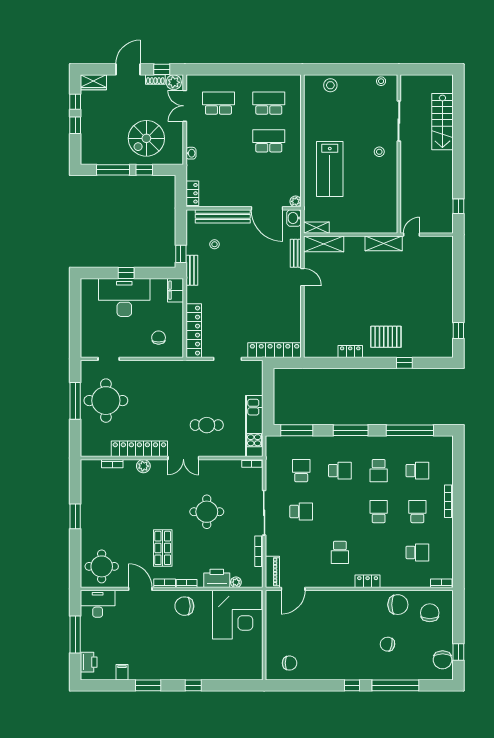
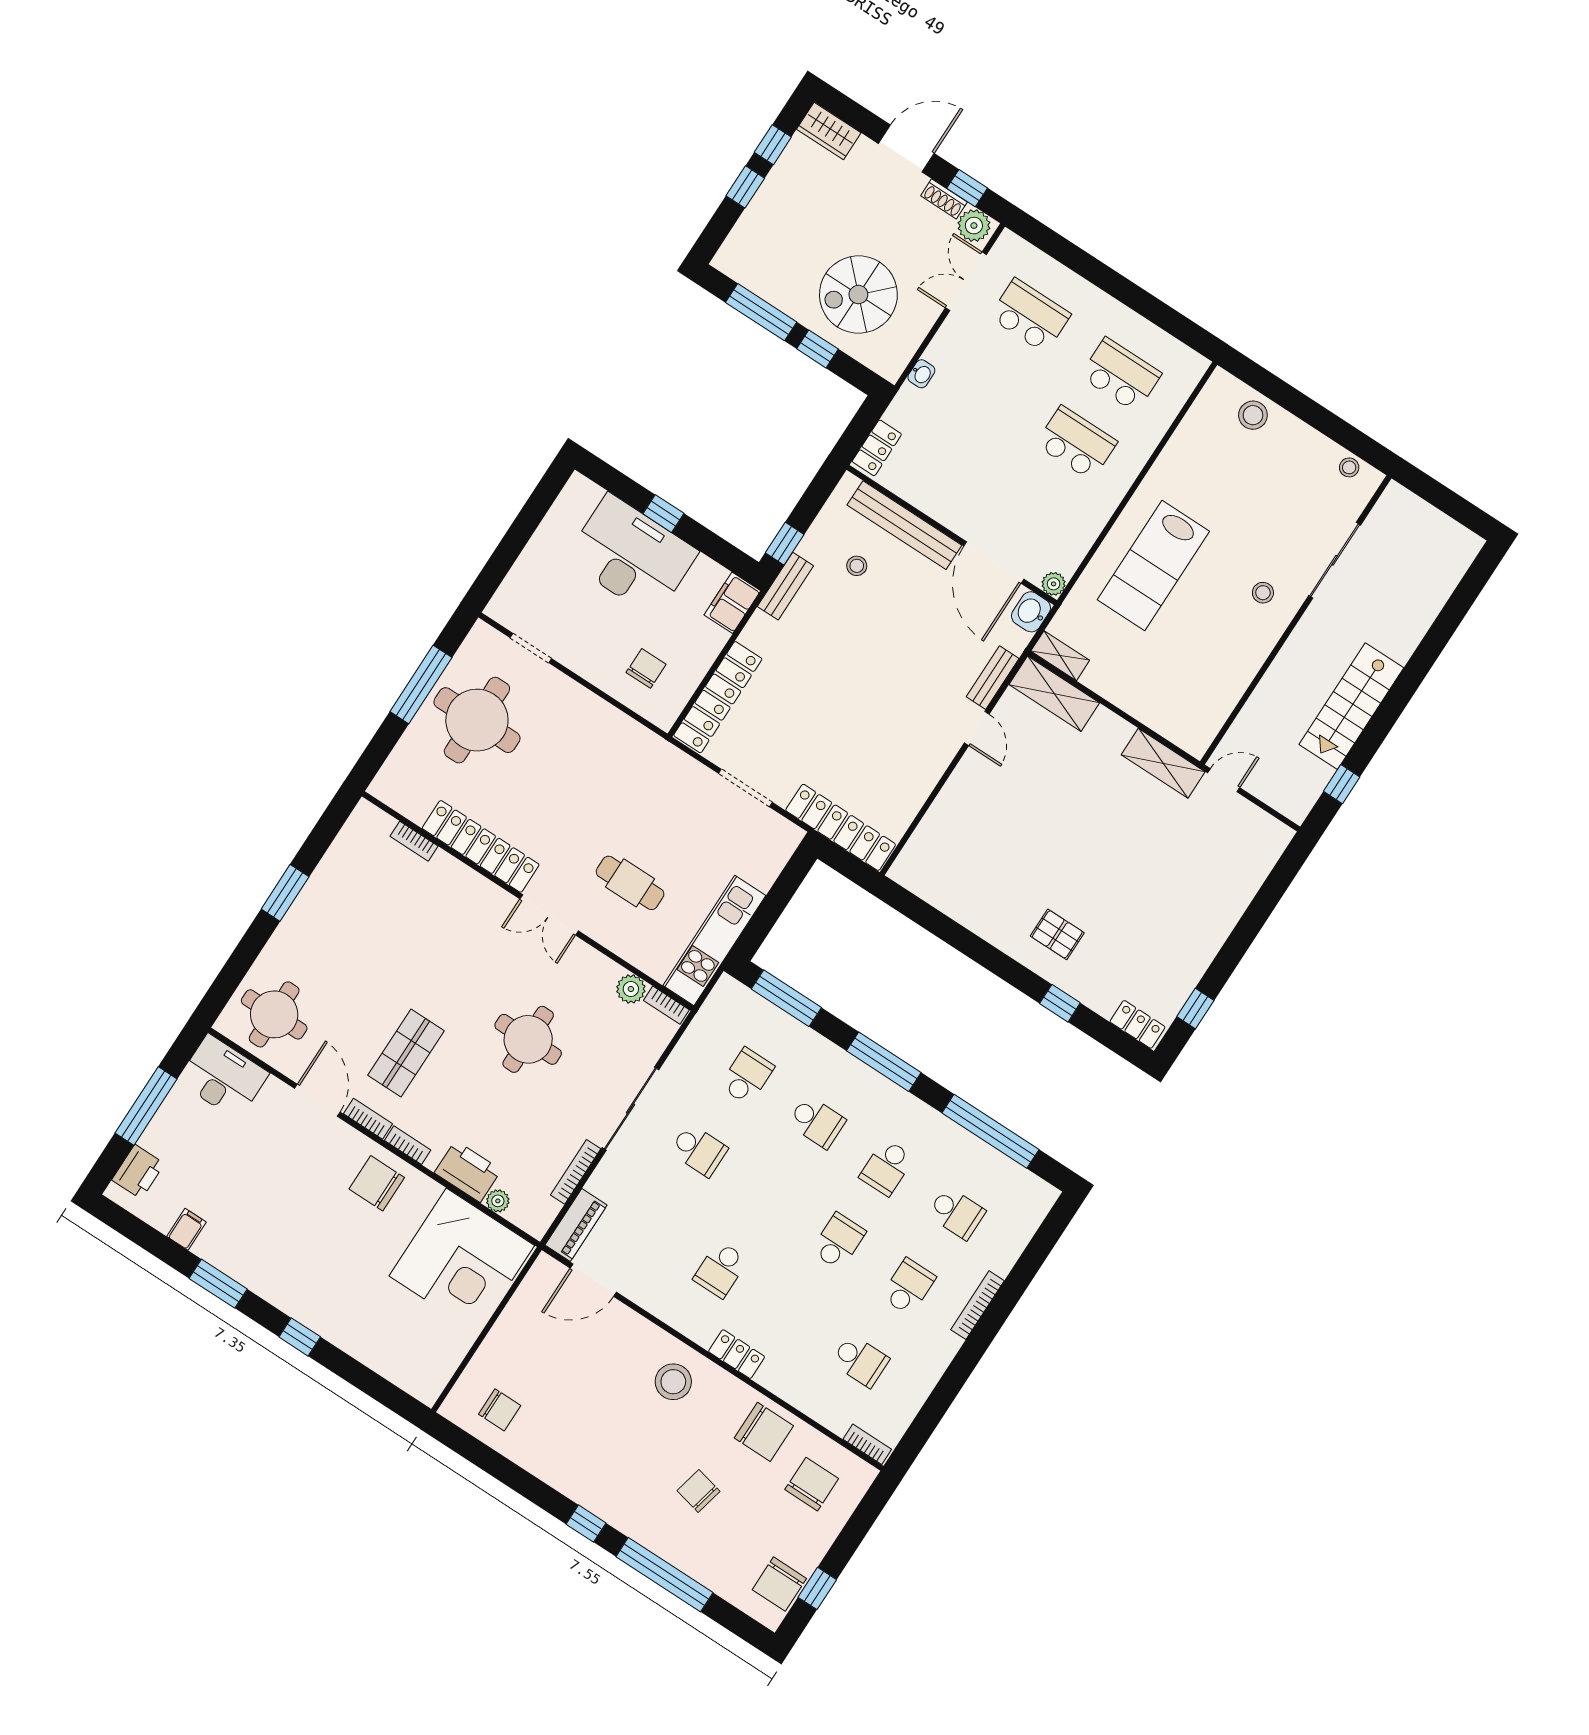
stairs: (442, 122) -> (1351, 706), moved
pallet: (386, 337) -> (1057, 934), width x0.67, depth x0.71
locker: (350, 351) -> (1138, 1024), moved
plant: (143, 466) -> (631, 989), moved
stool: (350, 608) -> (673, 1382), added

